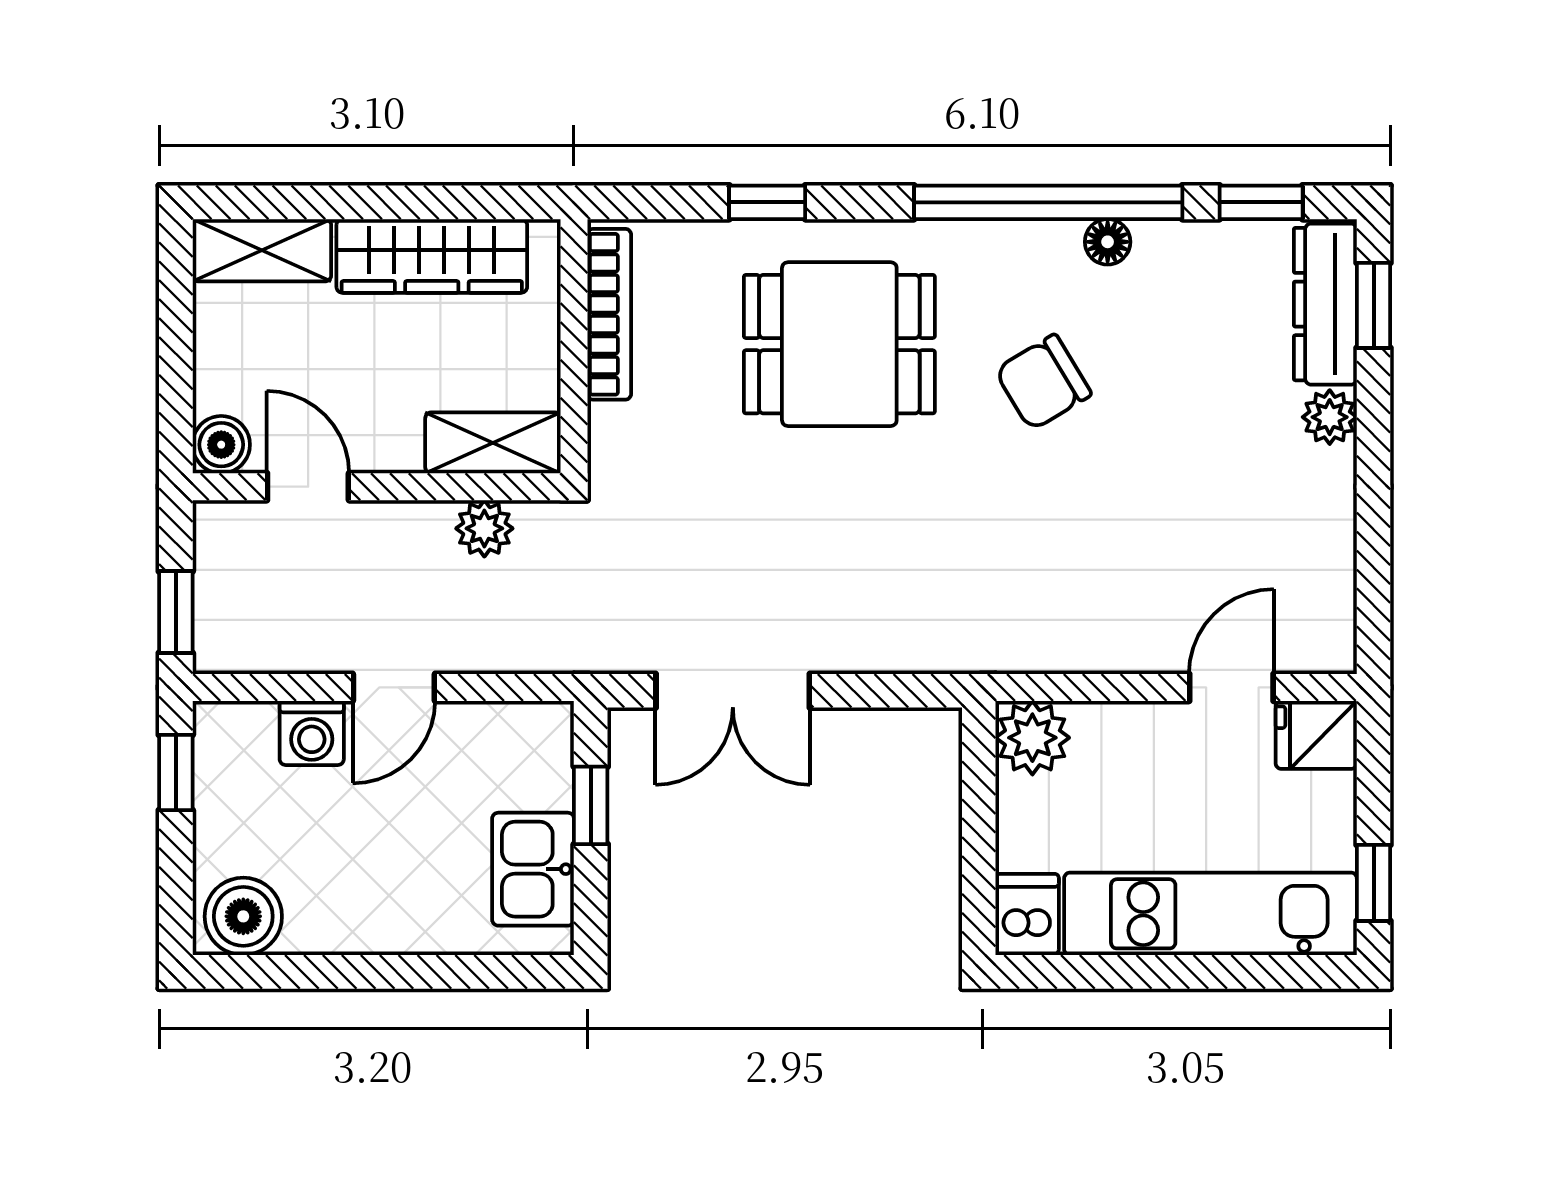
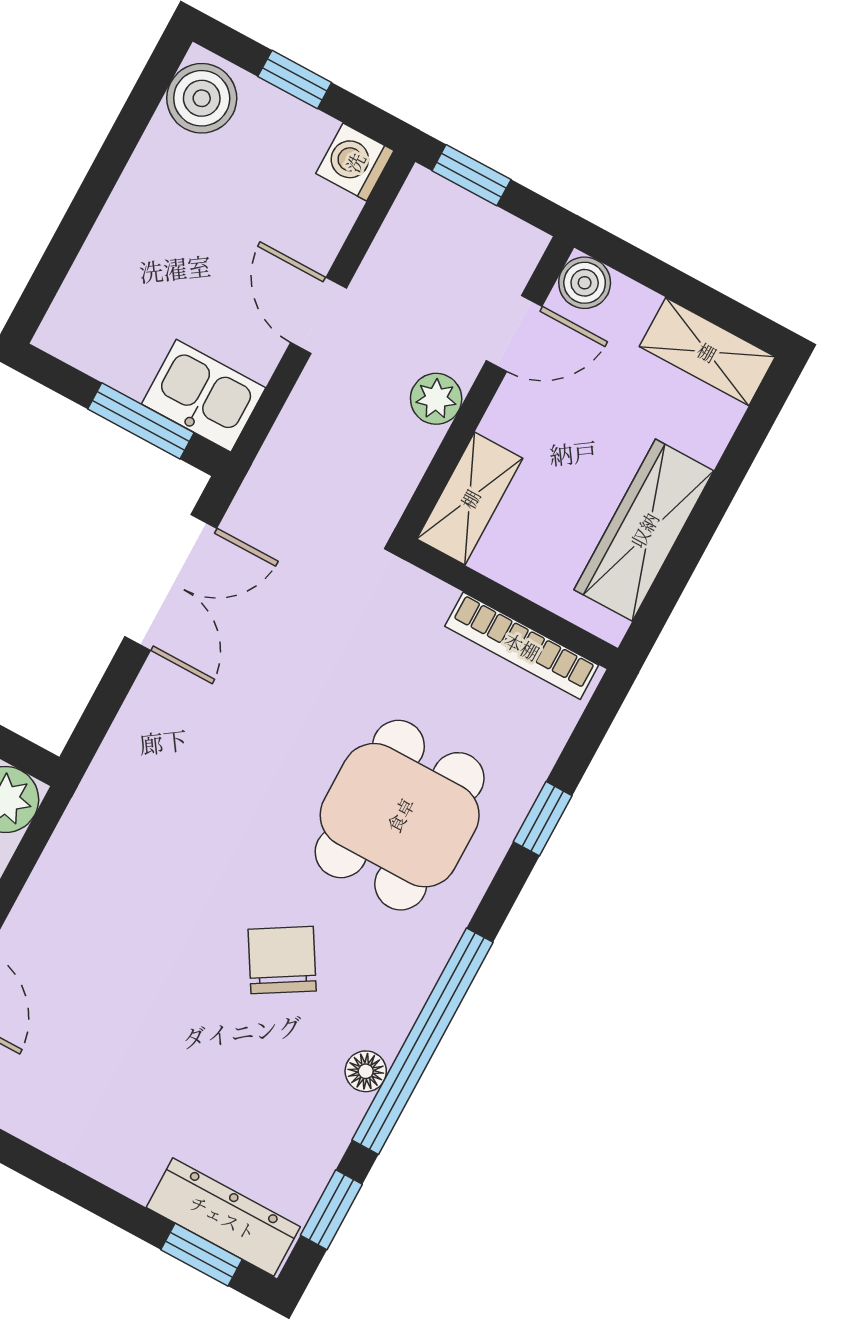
shelving: (262, 250) -> (707, 352), moved, turned 90
plant: (1330, 417) -> (132, 1172), removed
plant: (484, 528) -> (436, 399), moved
double door: (733, 691) -> (171, 582), swing flipped
washing machine: (312, 733) -> (355, 162), moved
window: (176, 772) -> (295, 80), moved
window: (591, 805) -> (141, 421), width x1.50
kitchen sink: (533, 869) -> (204, 396), moved

